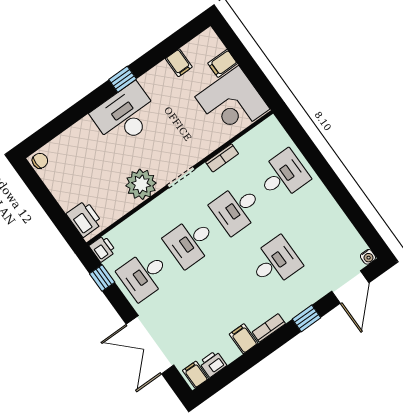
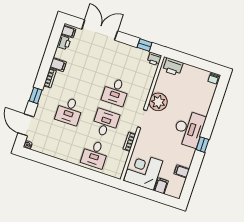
desk: (190, 242) -> (116, 92), turned 180
desk: (144, 275) -> (126, 61), removed

